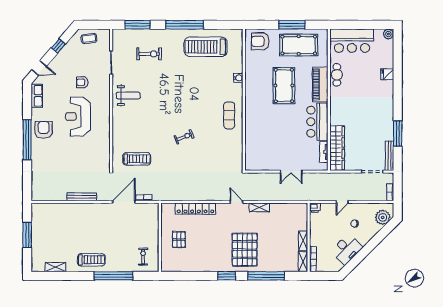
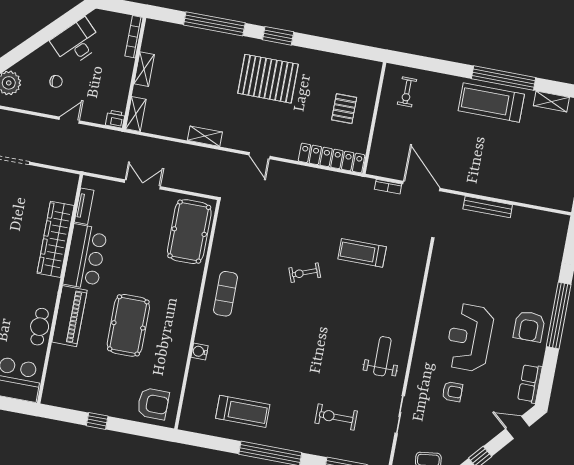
window: (292, 25) -> (97, 421), width x0.46
pool table: (299, 45) -> (189, 232), moved, turned 90
treadmill: (206, 47) -> (243, 411), width x0.73, depth x0.73
weight bench: (128, 96) -> (382, 356), turned 90
reception desk: (78, 116) -> (469, 338), turned 180
wardrobe: (337, 148) -> (56, 239), moved
treadmill: (137, 159) -> (362, 253), moved
door: (124, 202) -> (421, 186), swing flipped
door: (237, 202) -> (259, 156), moved
locker: (195, 209) -> (331, 158), moved
pallet: (245, 250) -> (268, 79), moved, turned 90
treadmill: (91, 260) -> (491, 103), width x1.37, depth x1.38
shelving: (303, 262) -> (136, 114), moved
window: (114, 276) -> (504, 78), moved

